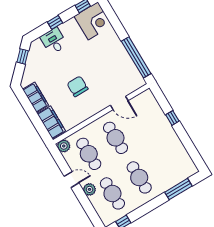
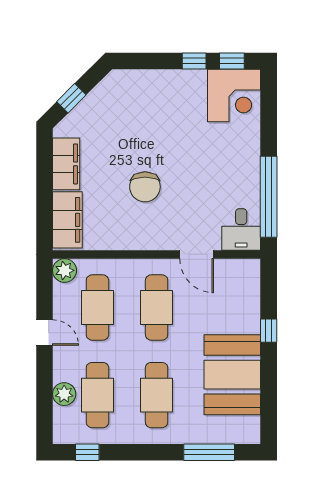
window: (55, 22) -> (194, 61), moved
desk: (54, 41) -> (241, 230), moved, turned 180
window: (23, 56) -> (71, 98), moved
chair: (77, 86) -> (145, 187), turned 180
booth: (168, 148) -> (232, 375), added
plant: (89, 189) -> (64, 394), moved

